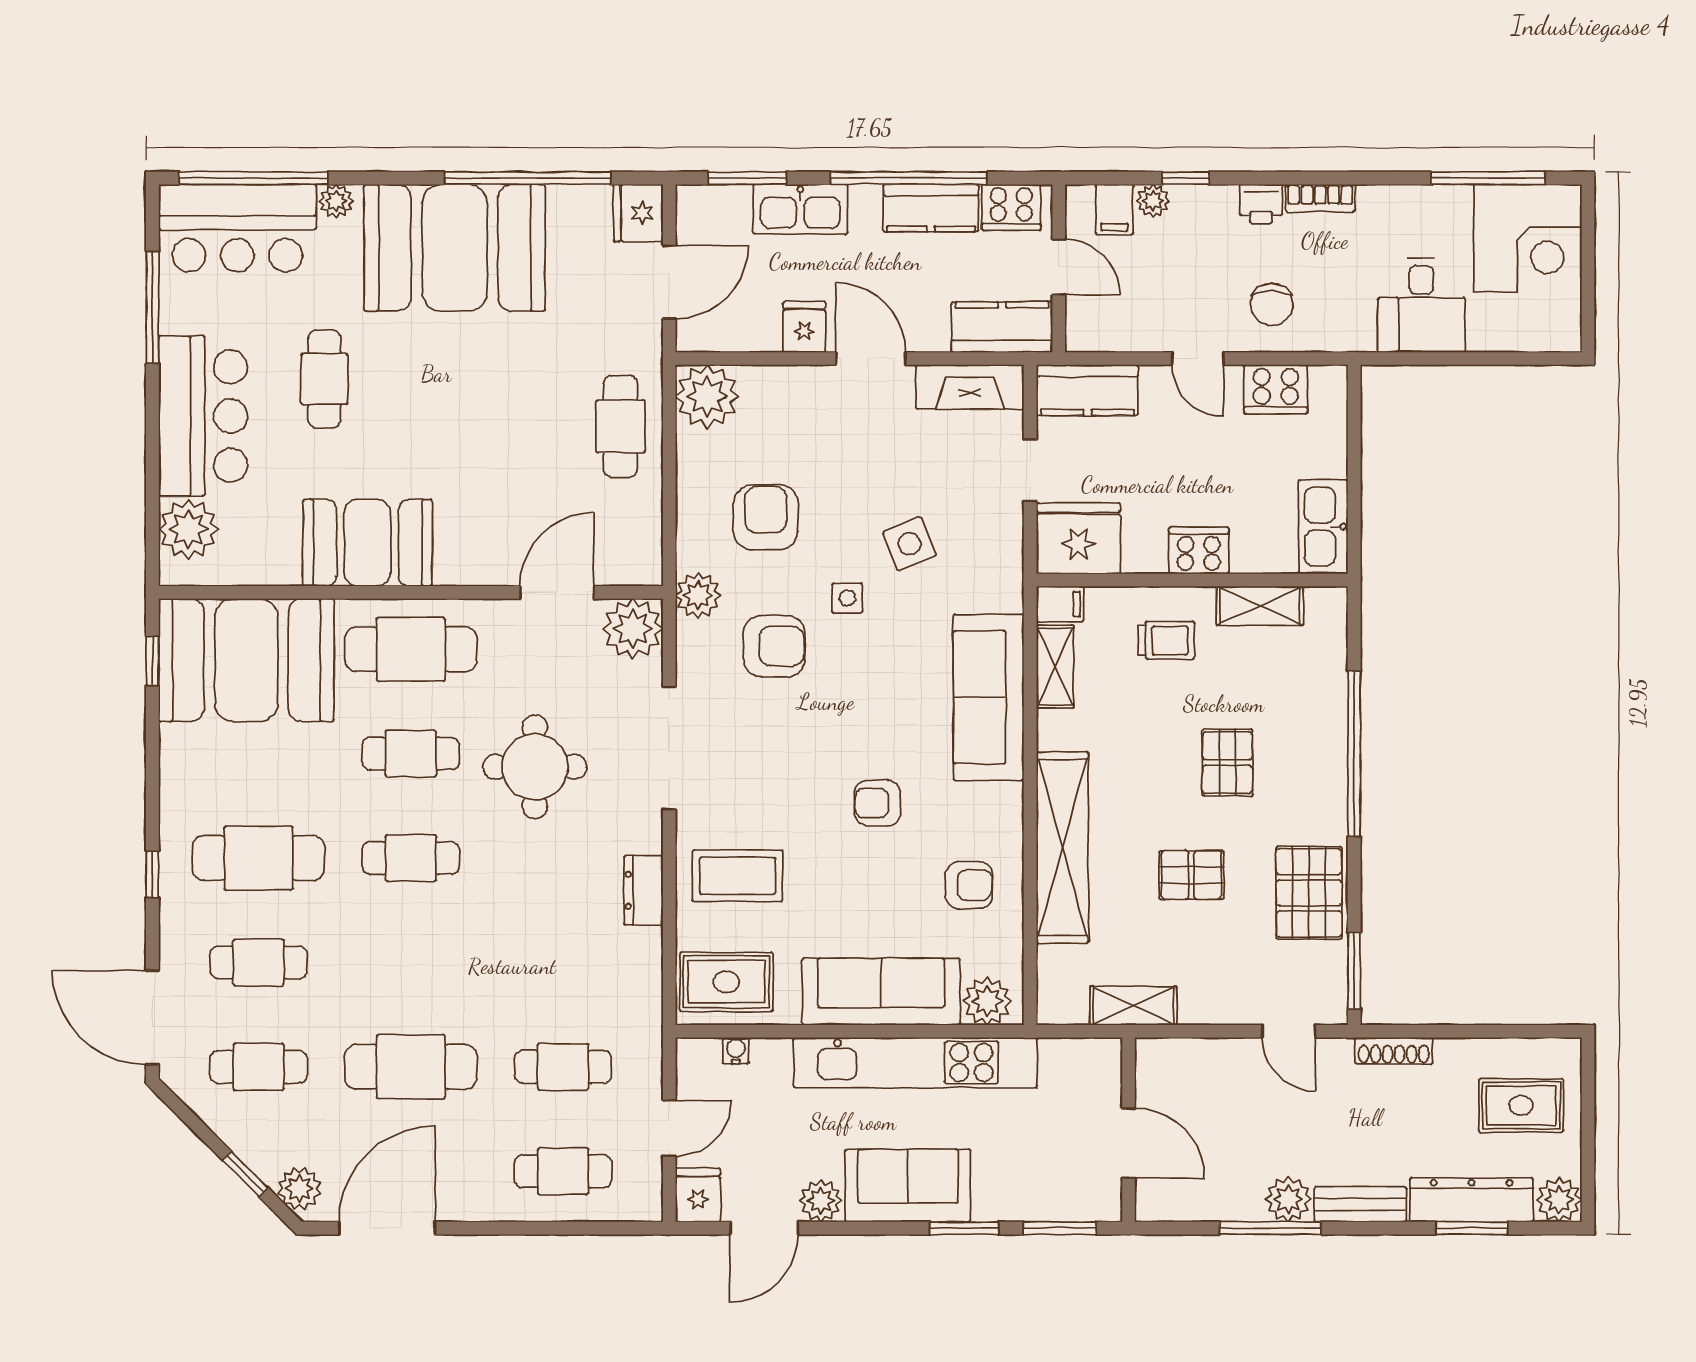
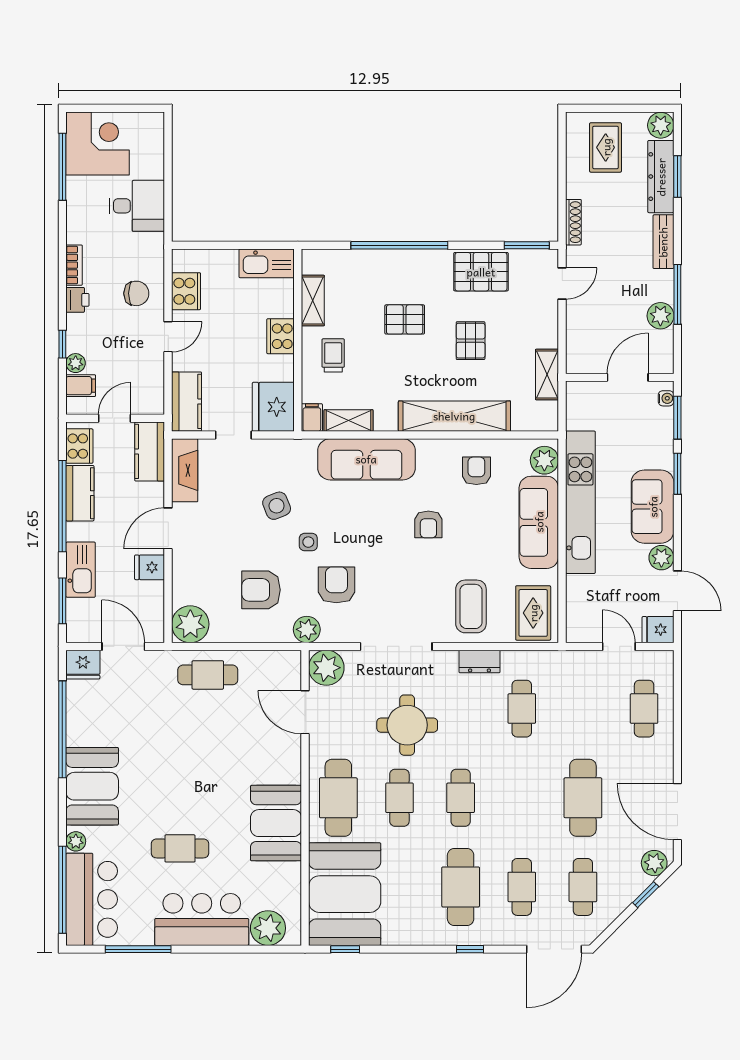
booth: (455, 248) -> (92, 786), width x0.73, depth x0.70
water cooler: (736, 1051) -> (666, 398), moved, turned 180
cafe table: (563, 1067) -> (522, 709), moved
plant: (1288, 1199) -> (660, 316), moved

